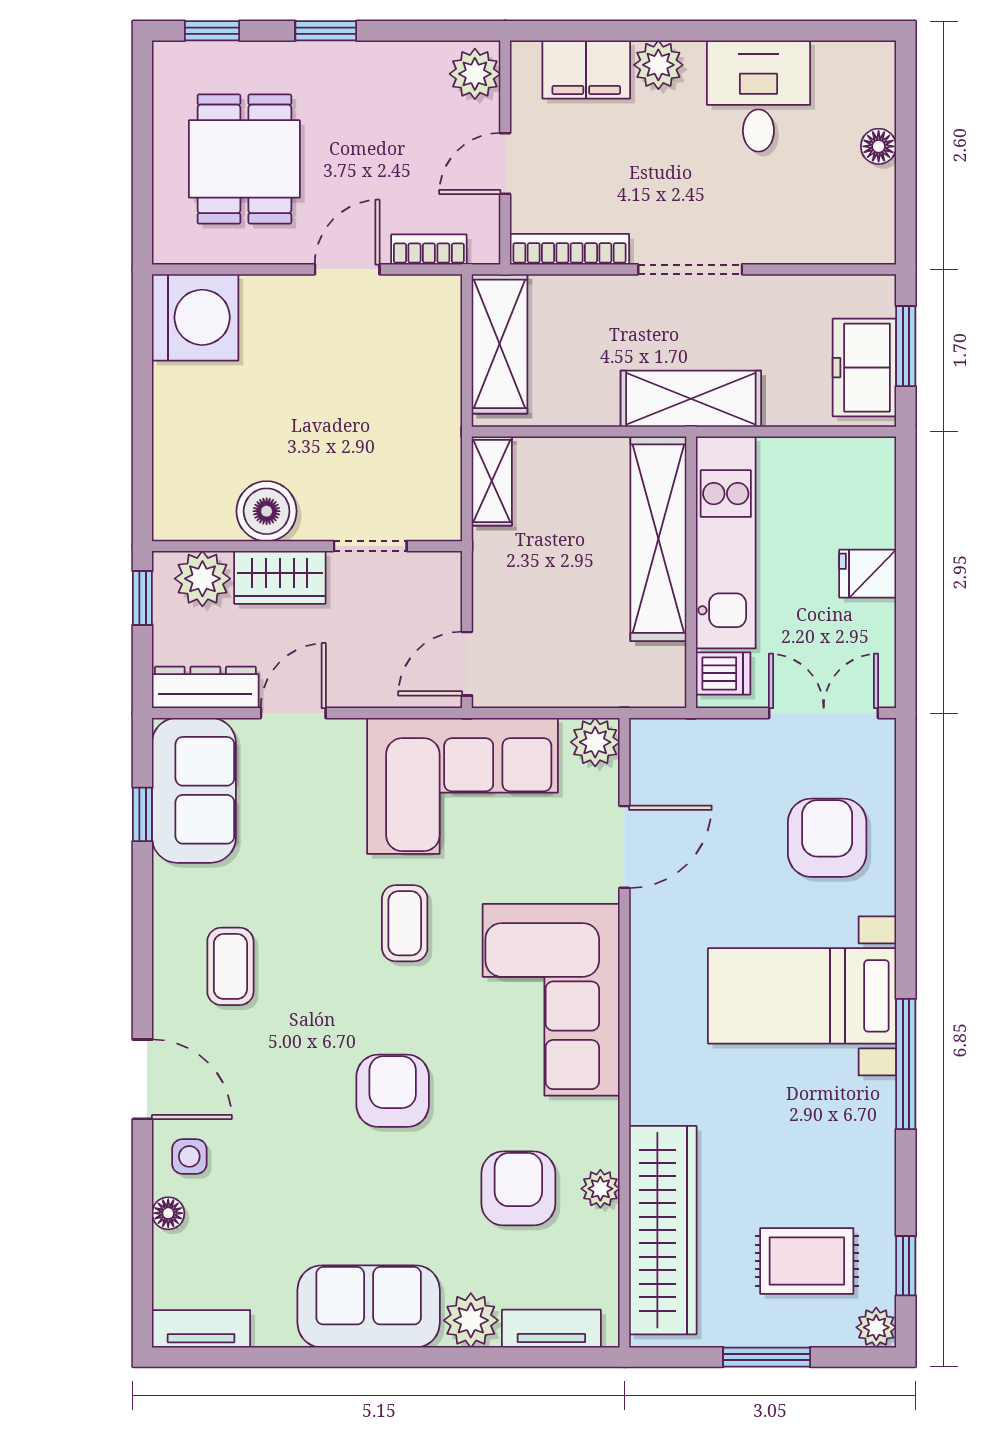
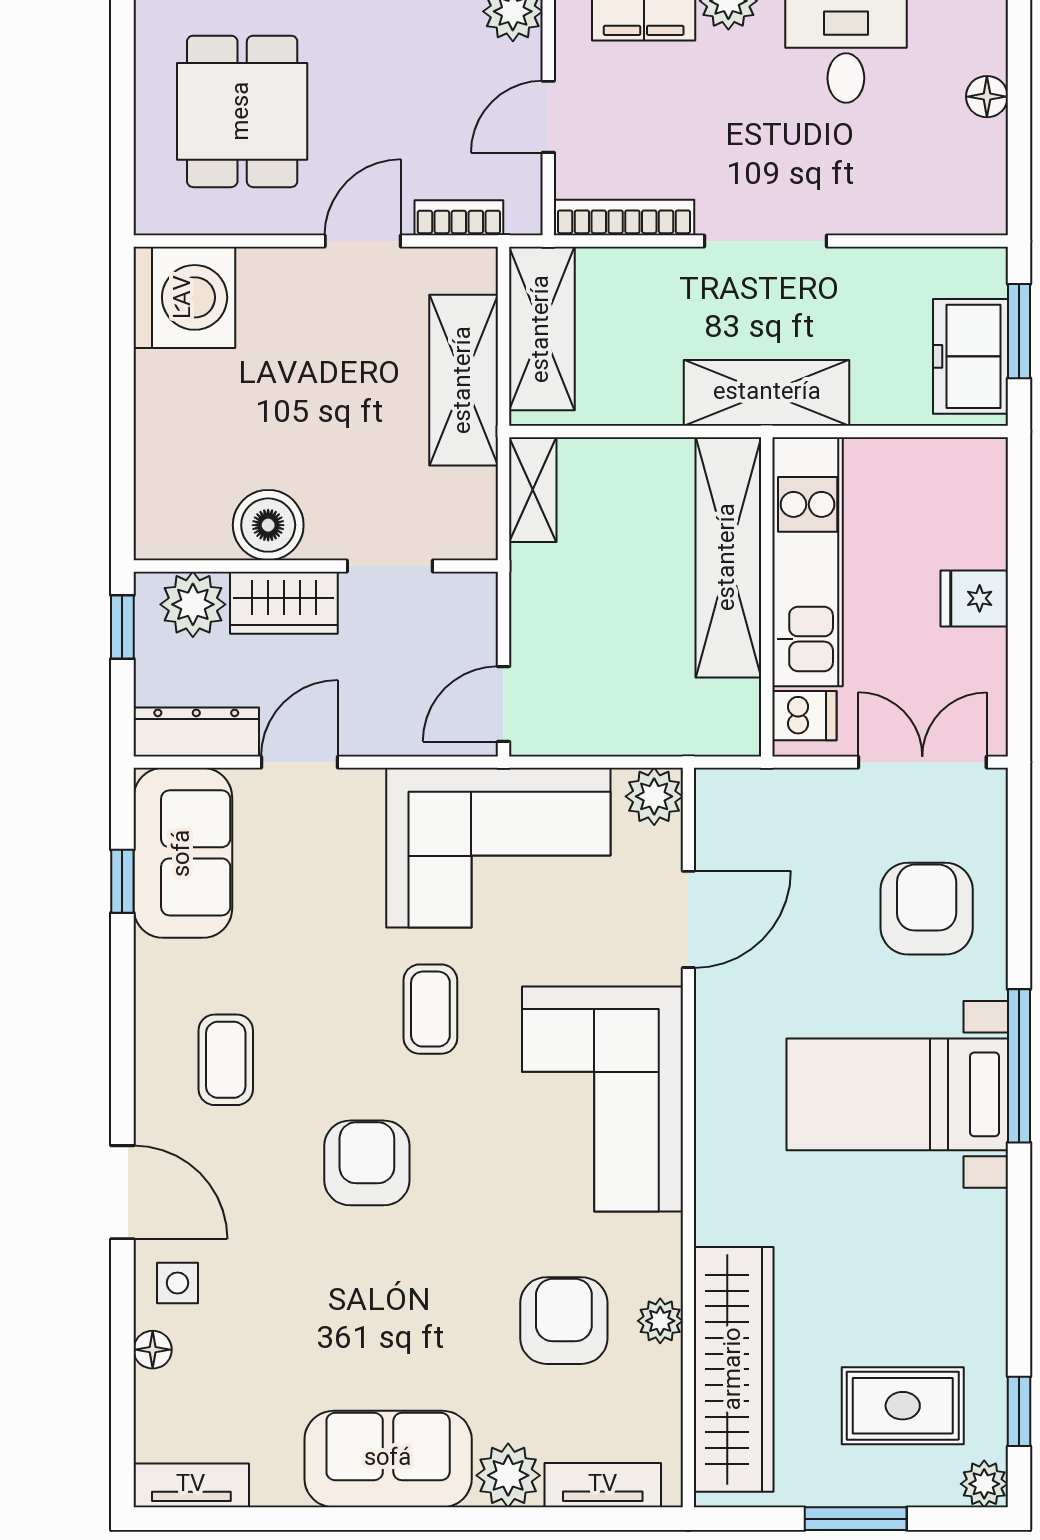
shelving: (433, 388) -> (464, 380), added
window: (906, 1064) -> (1019, 1066), moved
armchair: (393, 1091) -> (367, 1163), moved

